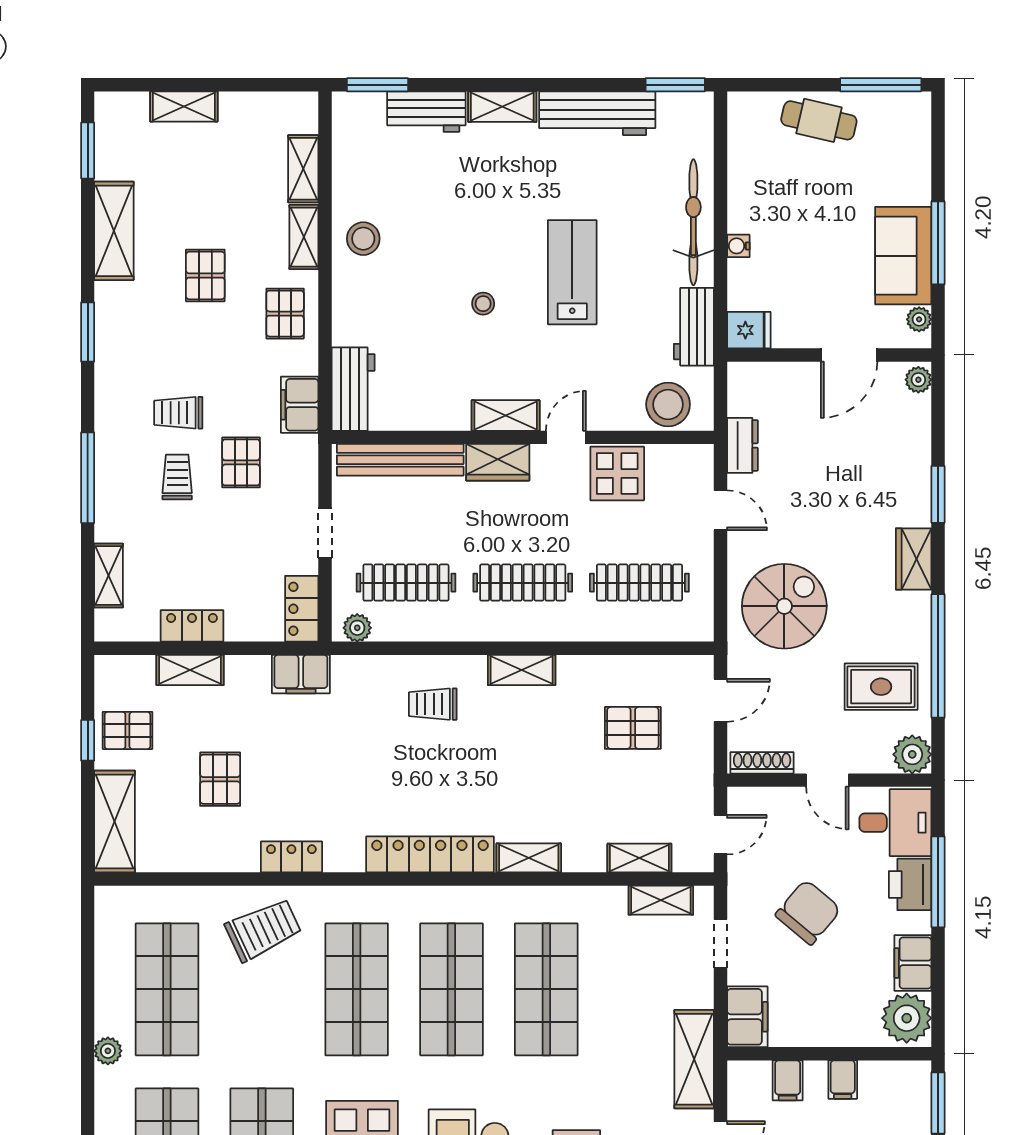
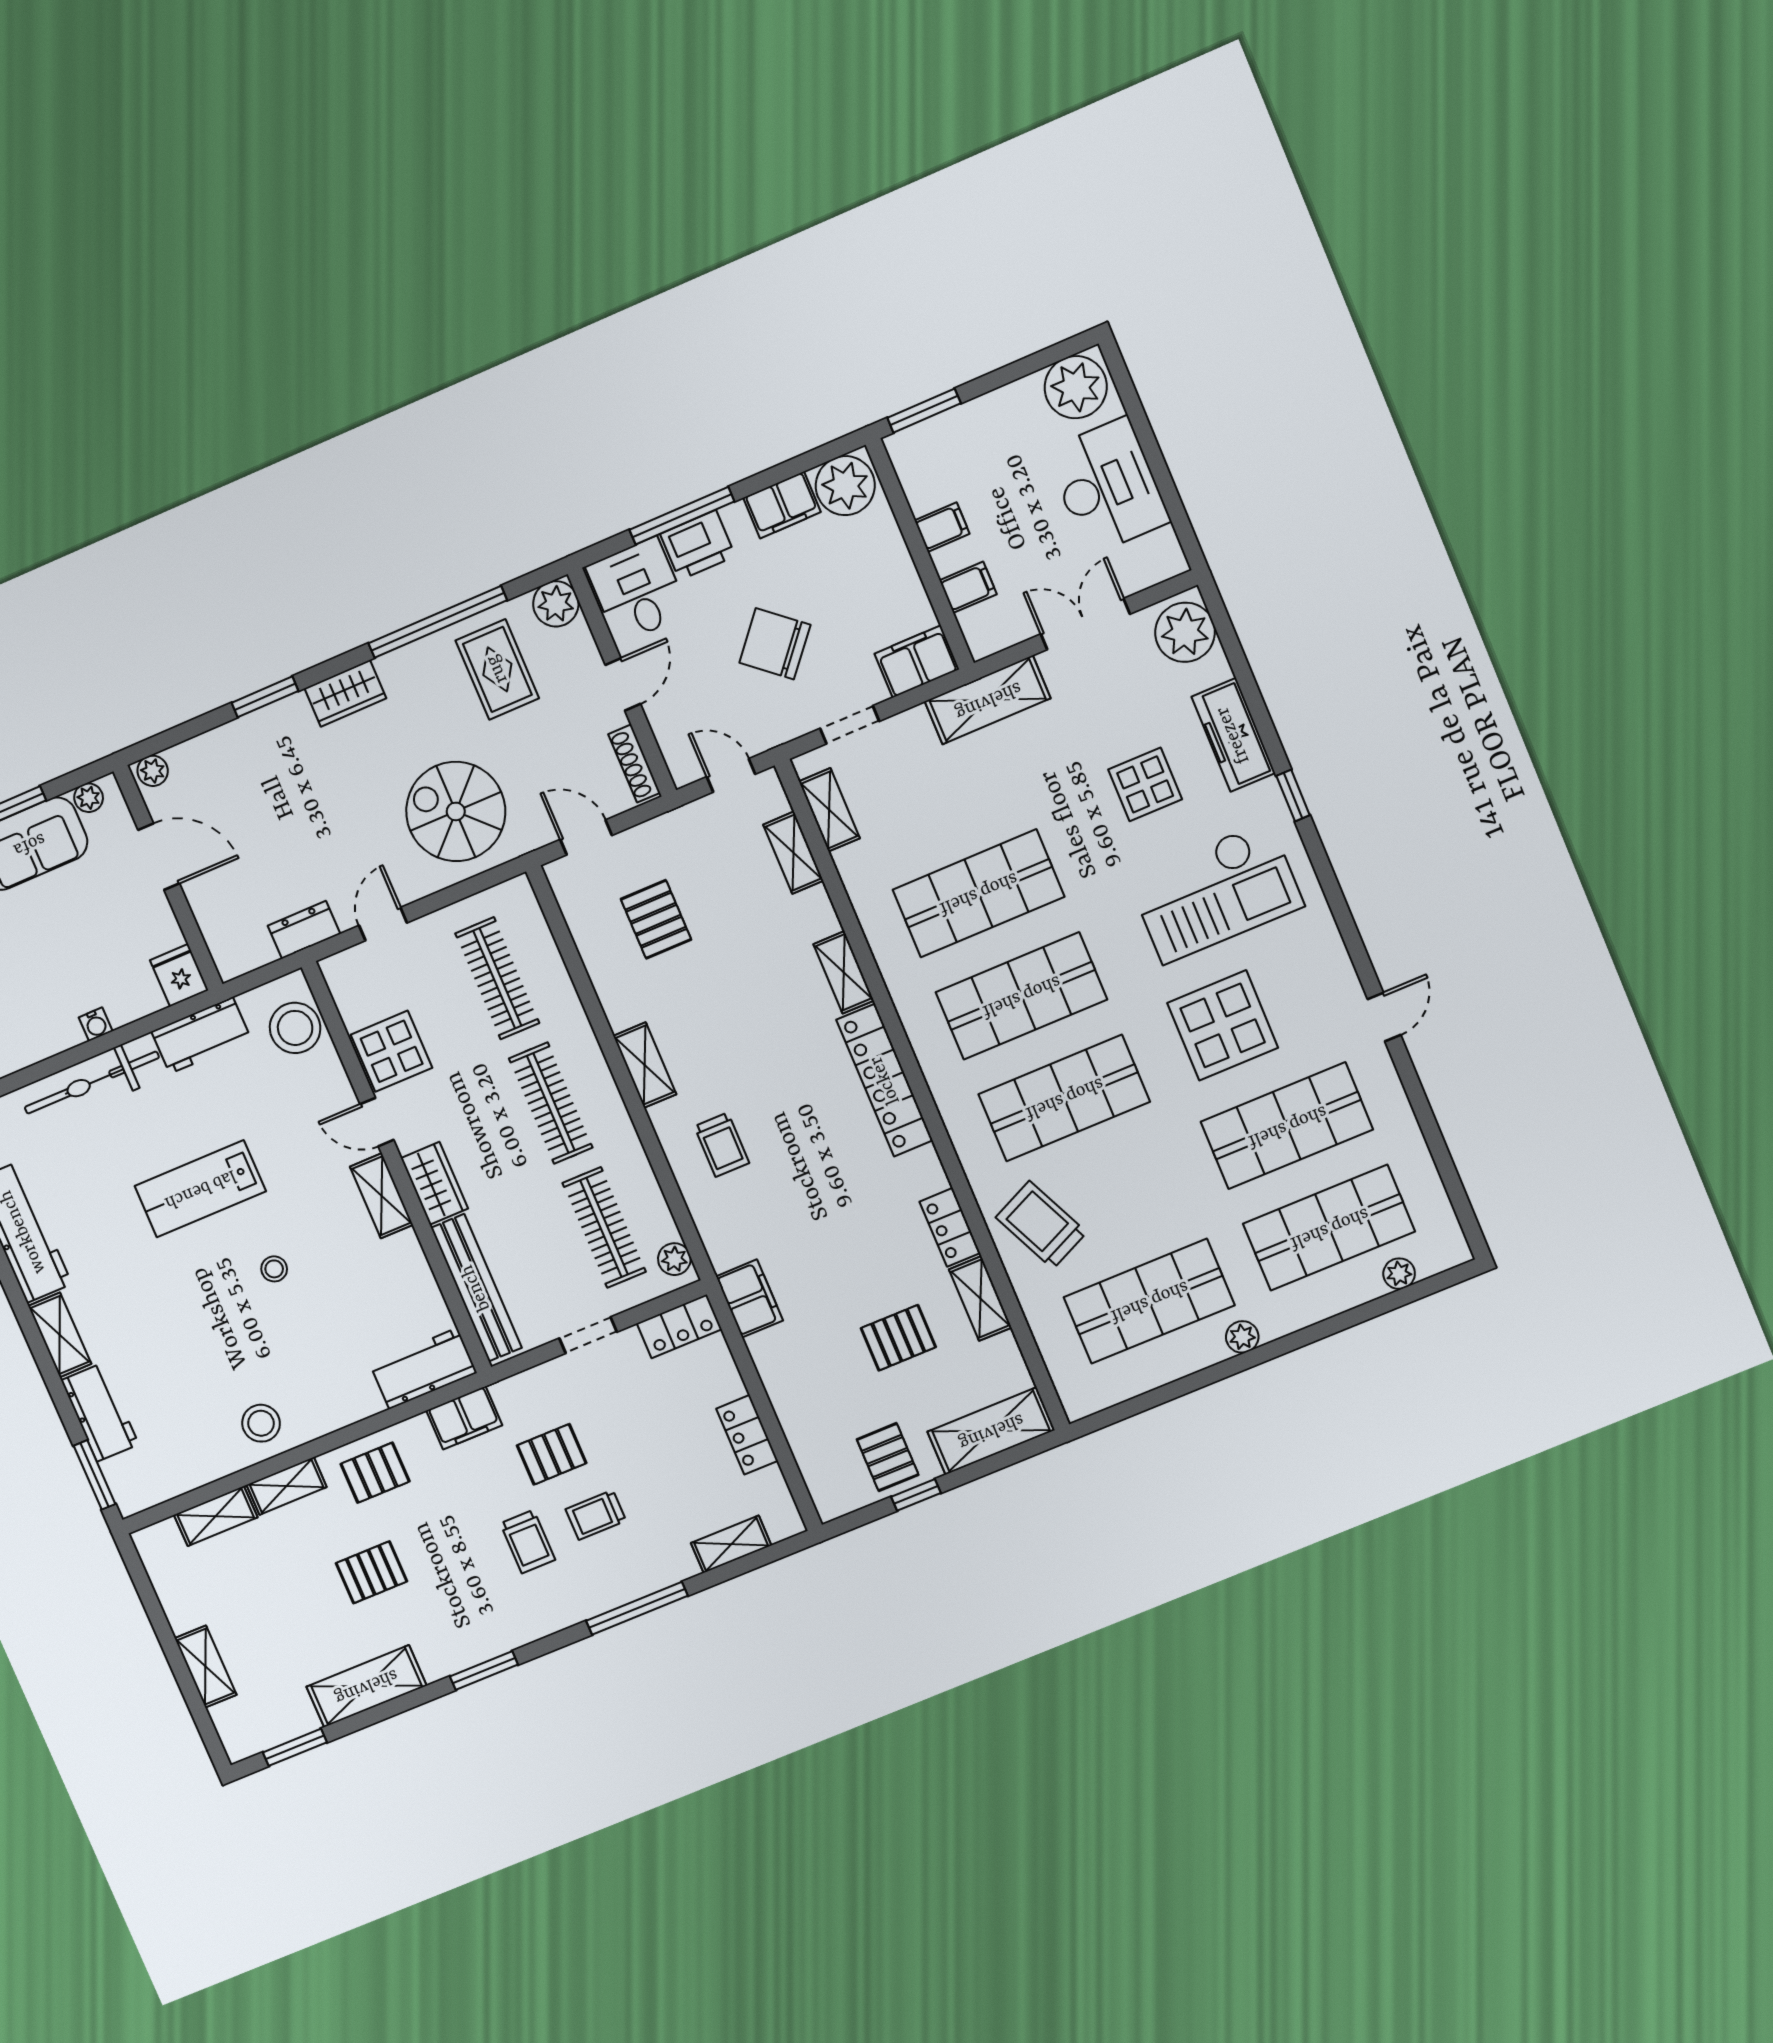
shelving: (190, 670) -> (980, 1299), moved

